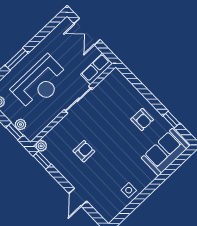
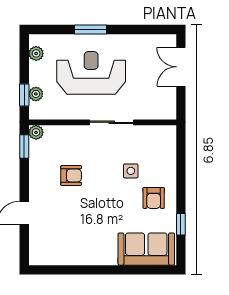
row of seats: (97, 69) -> (156, 110), removed
reception desk: (40, 83) -> (91, 73), turned 180
side table: (129, 190) -> (131, 171), moved

